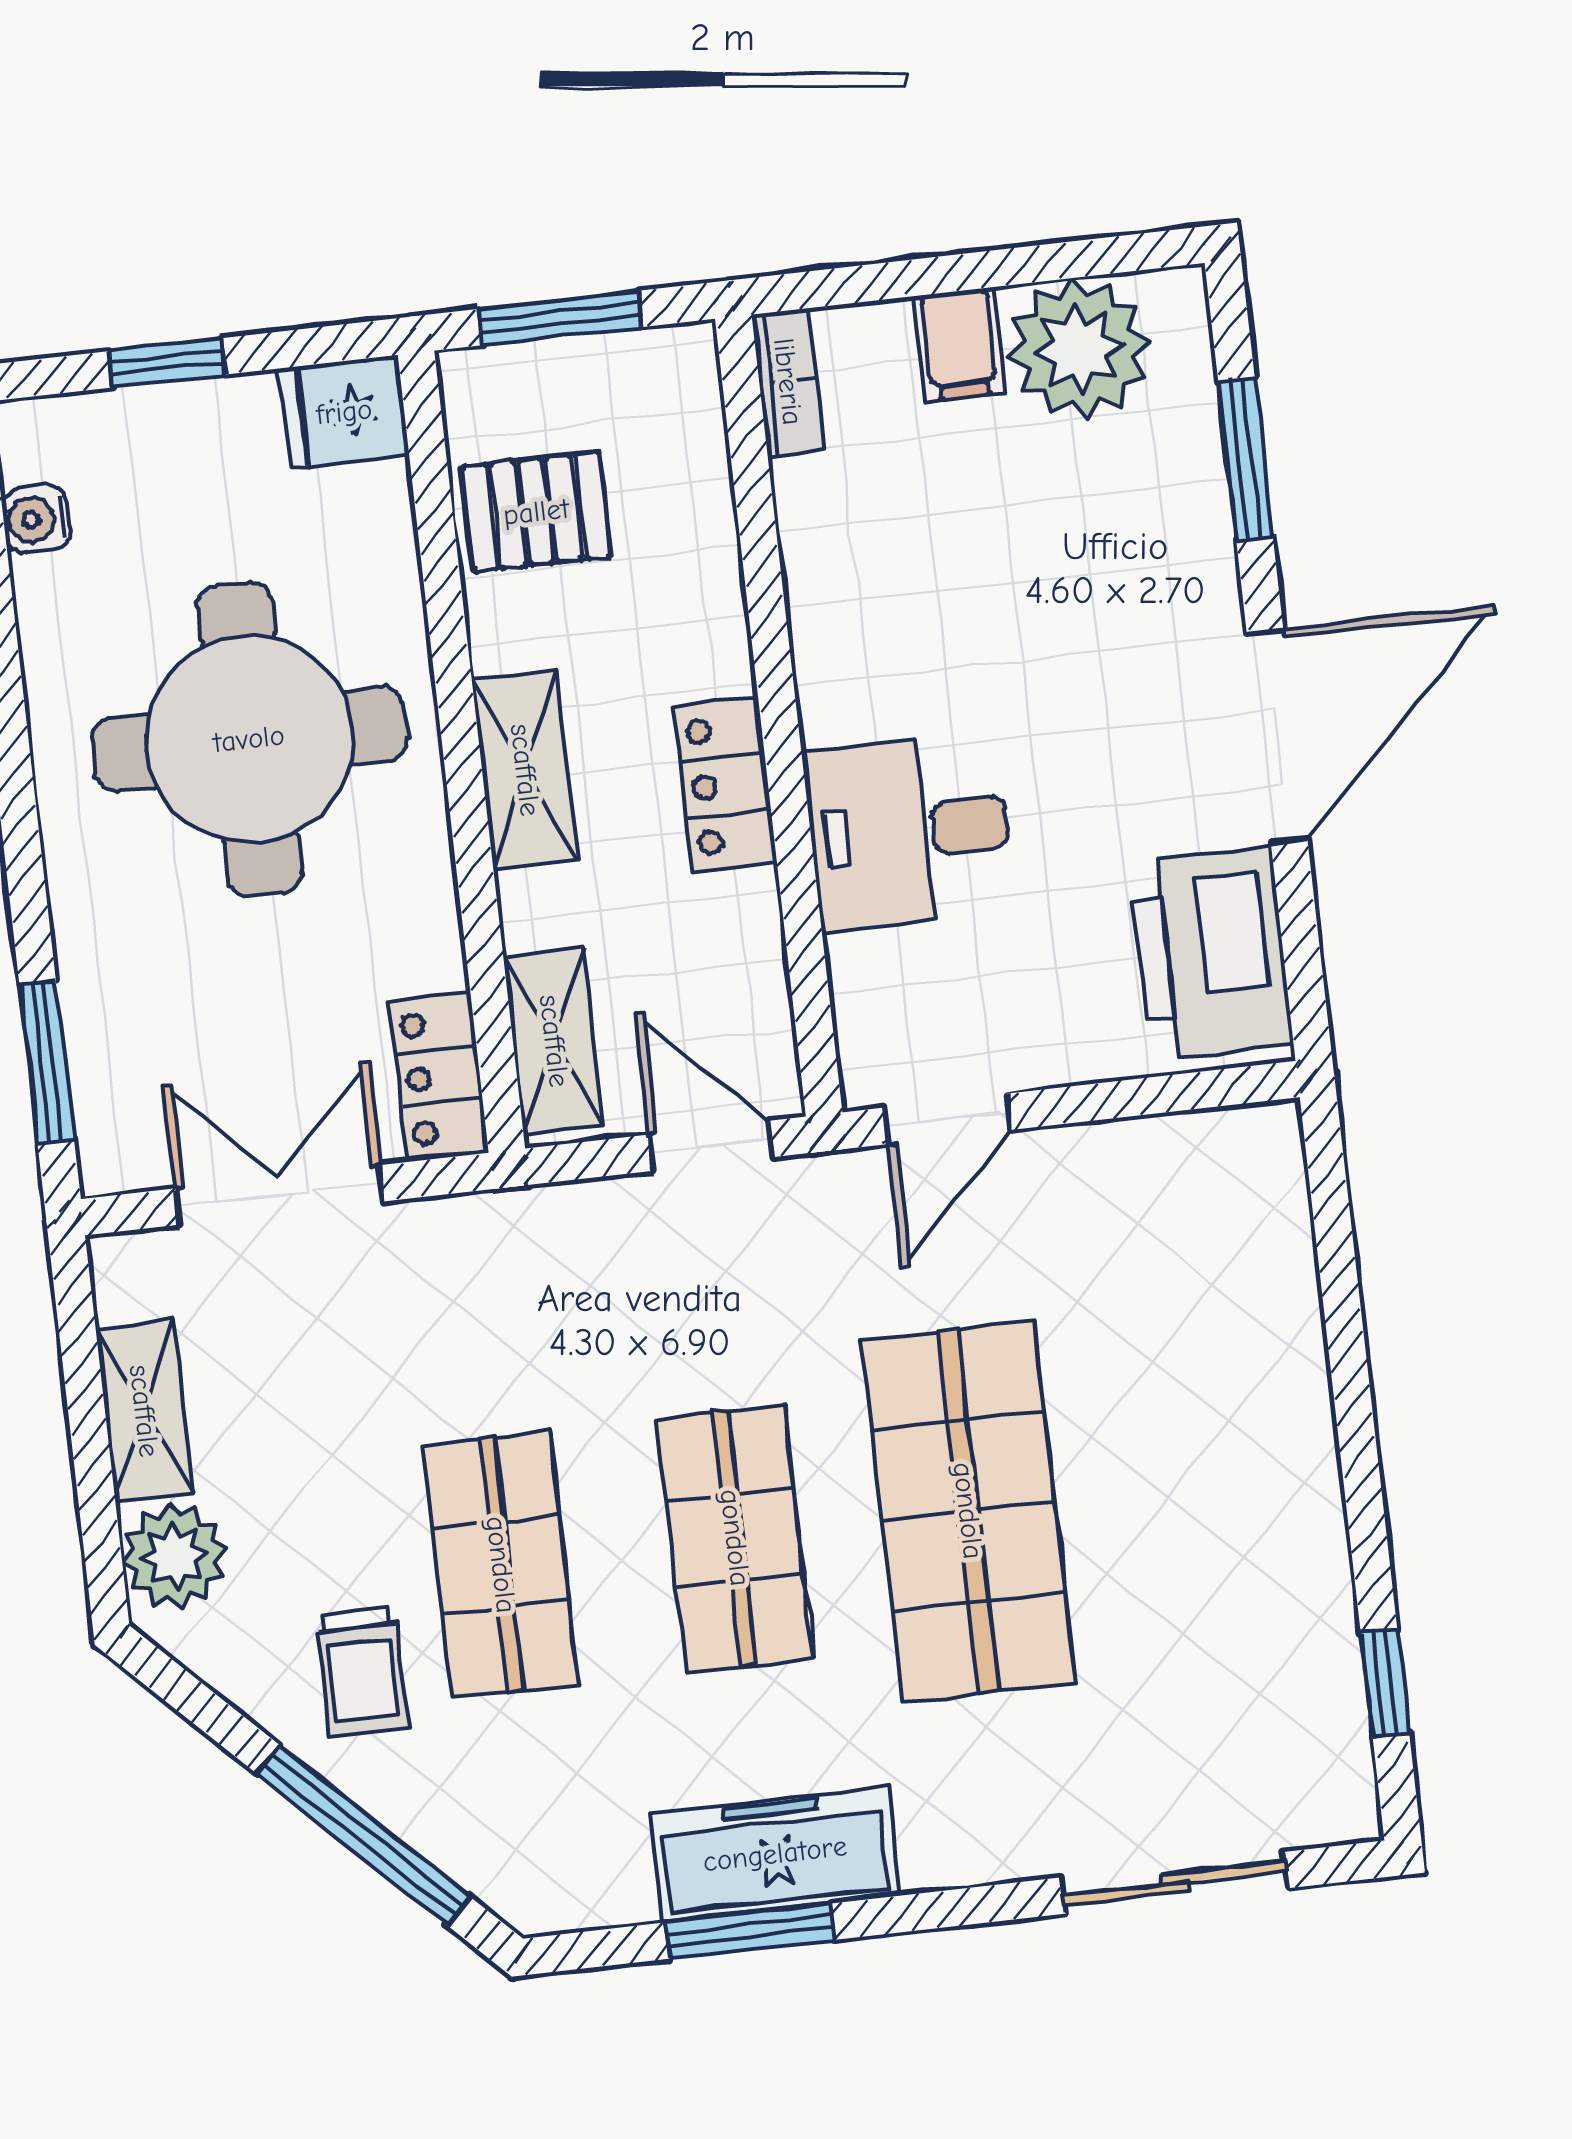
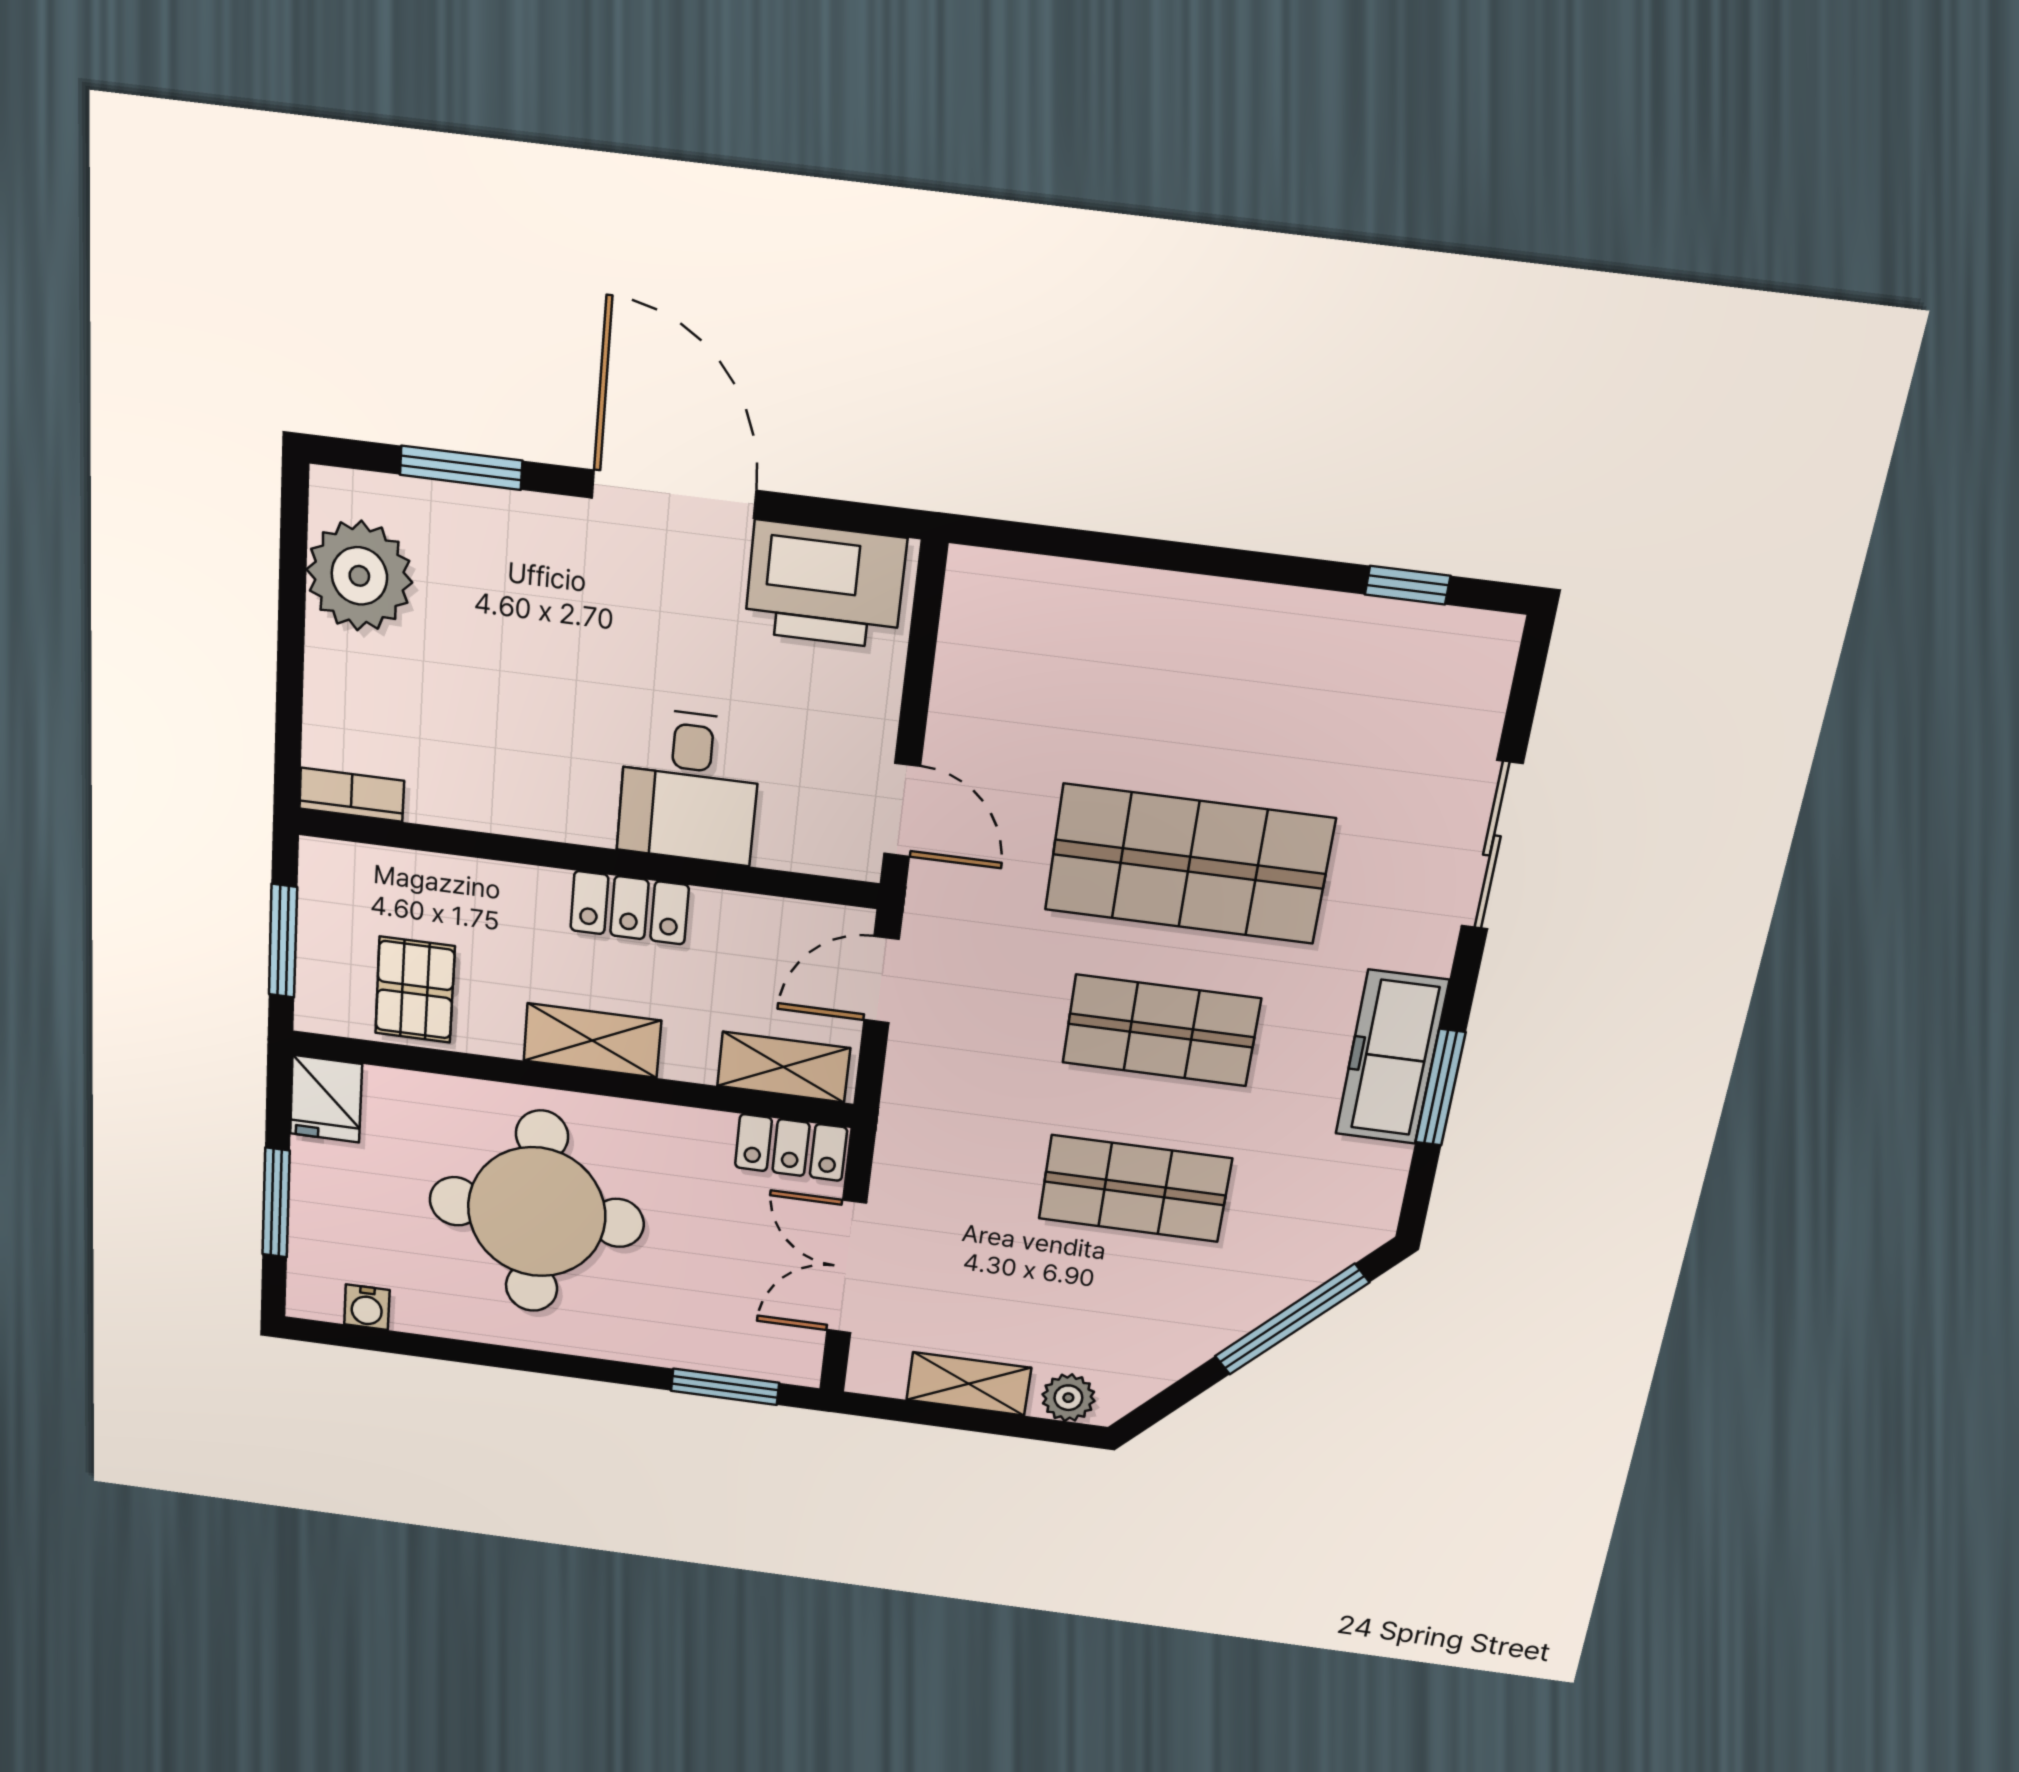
filing cabinet: (959, 344) -> (343, 664), removed
window: (167, 363) -> (276, 1203), width x1.50
plant: (175, 1556) -> (1068, 1398), width x0.73, depth x0.73
trolley: (362, 1672) -> (1181, 1294), removed
sliding door: (1175, 1883) -> (1492, 845), moved

